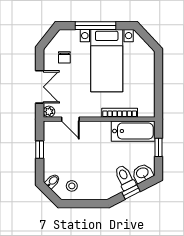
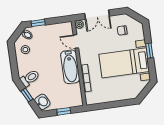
window: (96, 26) -> (149, 51), width x0.46
door: (70, 119) -> (76, 41), hinge flipped
bathtub: (133, 131) -> (70, 67), moved
window: (40, 150) -> (38, 23), moved
toilet: (125, 177) -> (30, 78), moved

